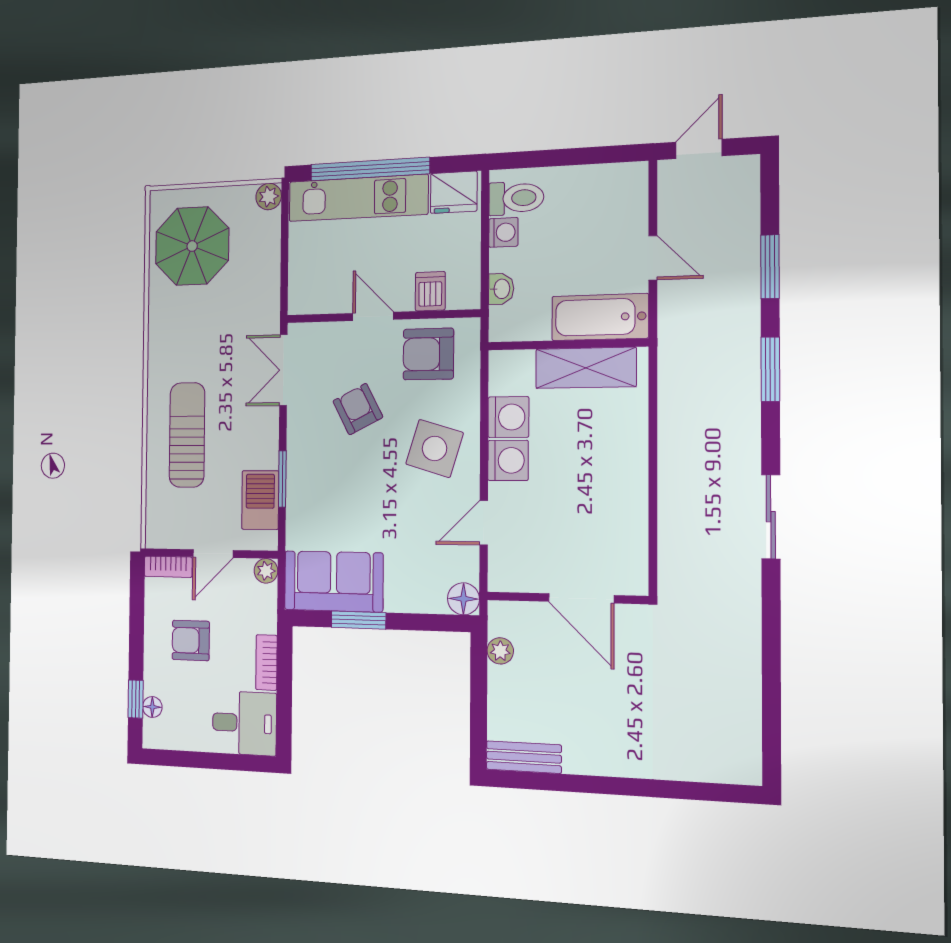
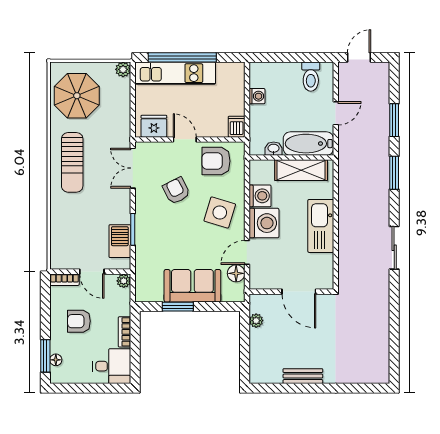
fridge: (454, 192) -> (154, 126), moved, turned 180
toilet: (516, 198) -> (311, 77), moved, turned 90
door: (653, 258) -> (336, 113), hinge flipped
washbasin: (501, 289) -> (274, 149), moved, turned -90
dishwasher: (430, 291) -> (237, 127), moved
sun lounger: (187, 435) -> (72, 162), moved, turned 180
washing machine: (508, 460) -> (264, 223), width x1.37, depth x1.37
kitchen sink: (624, 473) -> (321, 226), added
door: (213, 554) -> (92, 272), hinge flipped
sofa: (334, 581) -> (192, 286), moved
floor lamp: (463, 599) -> (236, 273), moved
window: (136, 699) -> (45, 356), width x1.50
bench: (524, 757) -> (303, 376), moved

